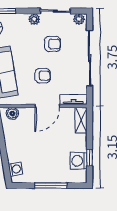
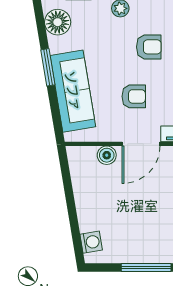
boiler: (12, 113) -> (107, 155), moved

